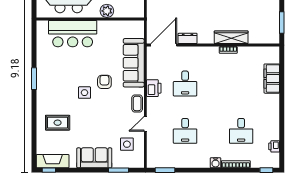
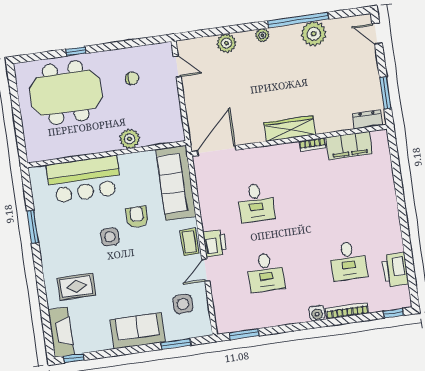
plant: (107, 11) -> (130, 139), moved
wall: (90, 19) -> (107, 154), moved
bar counter: (73, 34) -> (84, 179), moved
wardrobe: (231, 37) -> (290, 129), moved
dresser: (188, 38) -> (367, 119), moved
filing cabinet: (272, 79) -> (349, 145), moved, turned -90
printer: (154, 88) -> (215, 243), moved
printer: (274, 146) -> (395, 270), width x1.87, depth x1.48
fireplace: (53, 161) -> (61, 332), moved, turned 90

